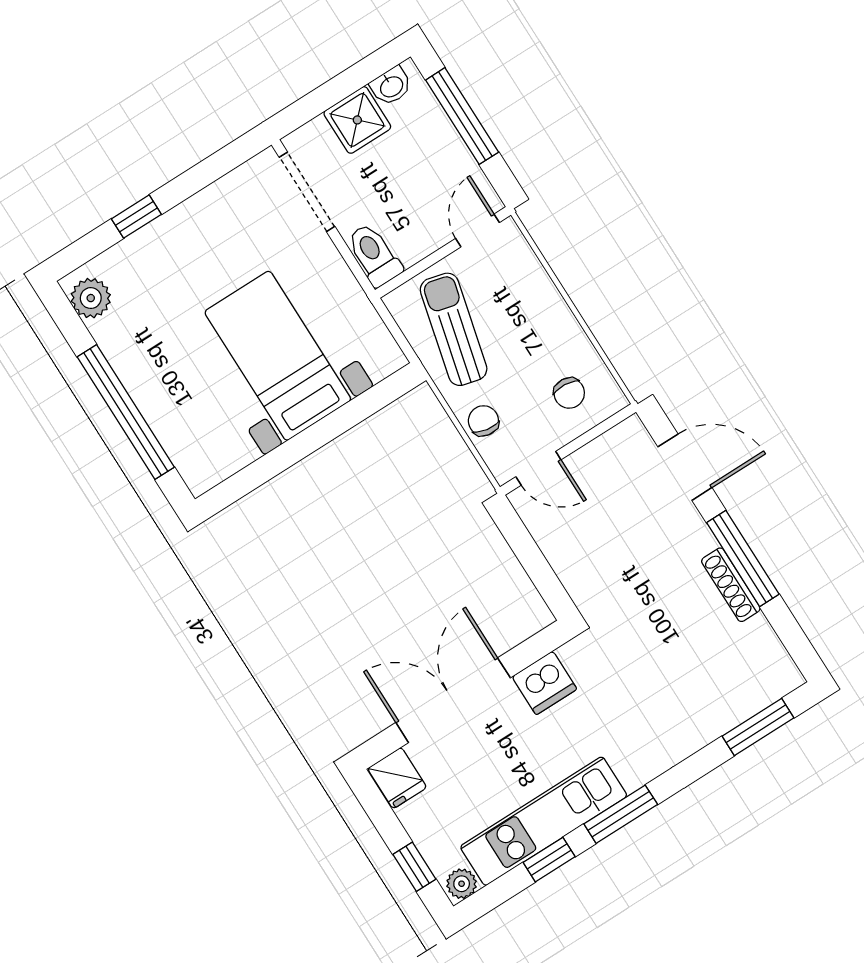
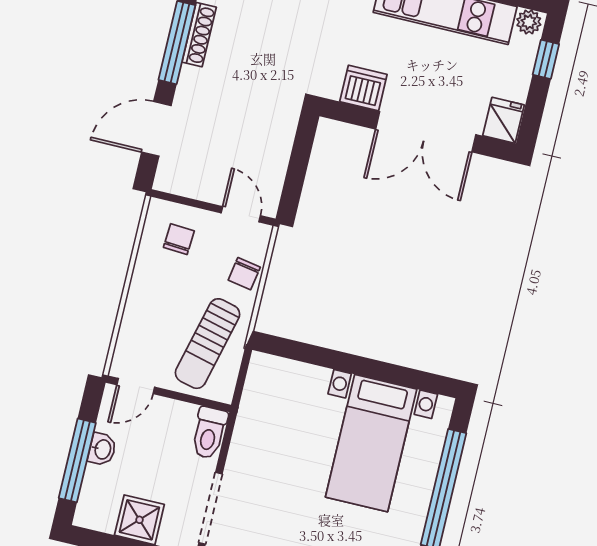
washbasin: (391, 86) -> (102, 449), moved, turned 90
bed with nightstands: (278, 356) -> (371, 443), moved
door: (685, 467) -> (156, 129), hinge flipped

